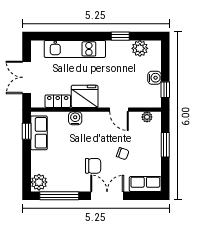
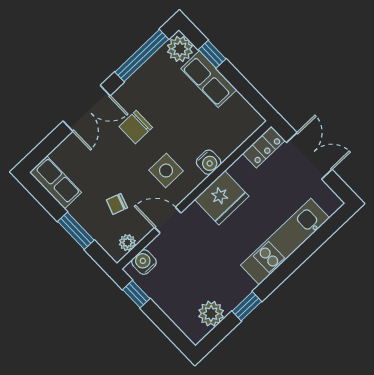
water cooler: (154, 78) -> (144, 262), moved, turned 90
locker: (58, 101) -> (264, 147), moved
window: (27, 131) -> (212, 54), moved
row of seats: (39, 133) -> (209, 79), moved
side table: (98, 133) -> (166, 171), added
chair: (123, 154) -> (117, 204), moved
row of seats: (145, 184) -> (56, 183), moved, turned -90

